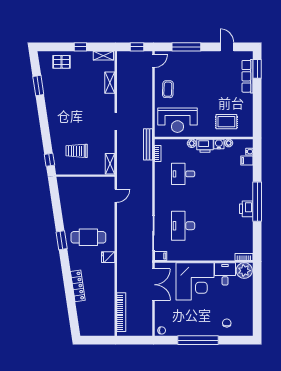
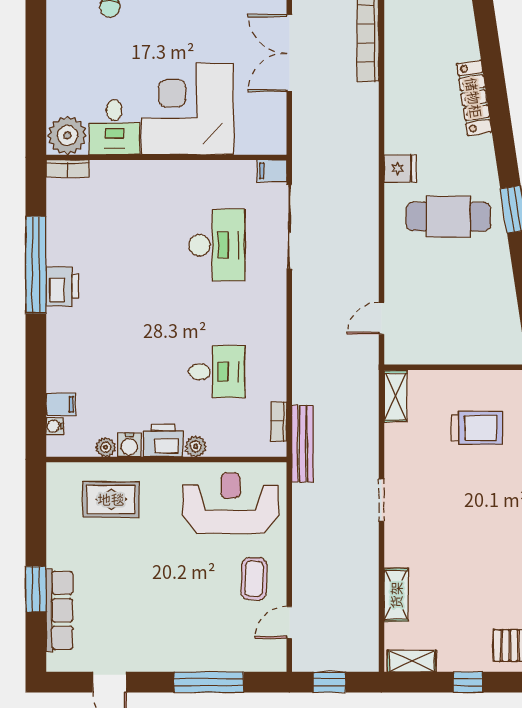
door: (153, 61) -> (289, 622), moved
window: (257, 69) -> (36, 589), moved
window: (257, 202) -> (36, 265), moved
double door: (153, 285) -> (289, 53), moved

